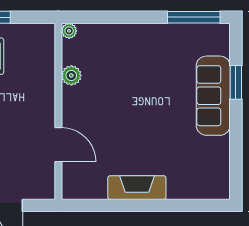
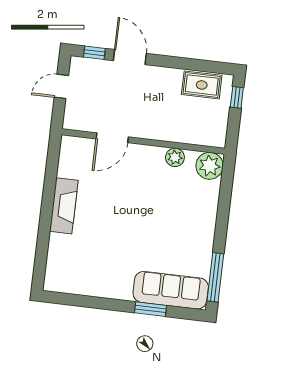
plant: (69, 31) -> (210, 166), width x1.87, depth x1.87
sofa: (213, 96) -> (171, 290), moved

